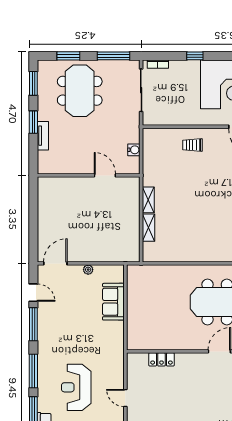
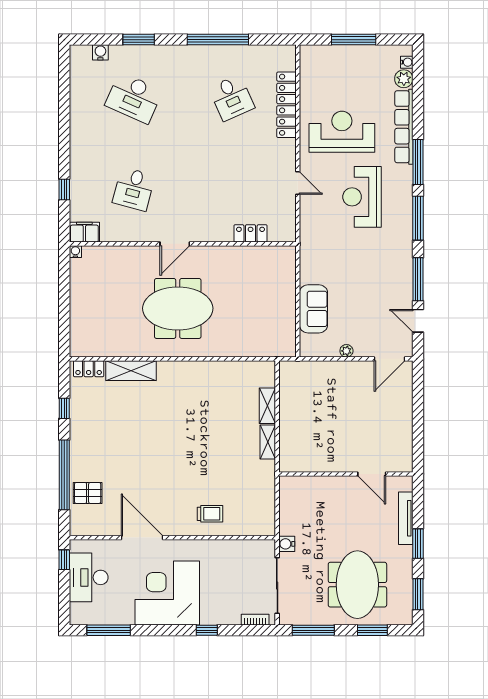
tv unit: (43, 136) -> (406, 518), width x1.41
water cooler: (134, 150) -> (287, 544), moved
door: (105, 175) -> (372, 474), moved
reception desk: (76, 387) -> (362, 197), turned 180

